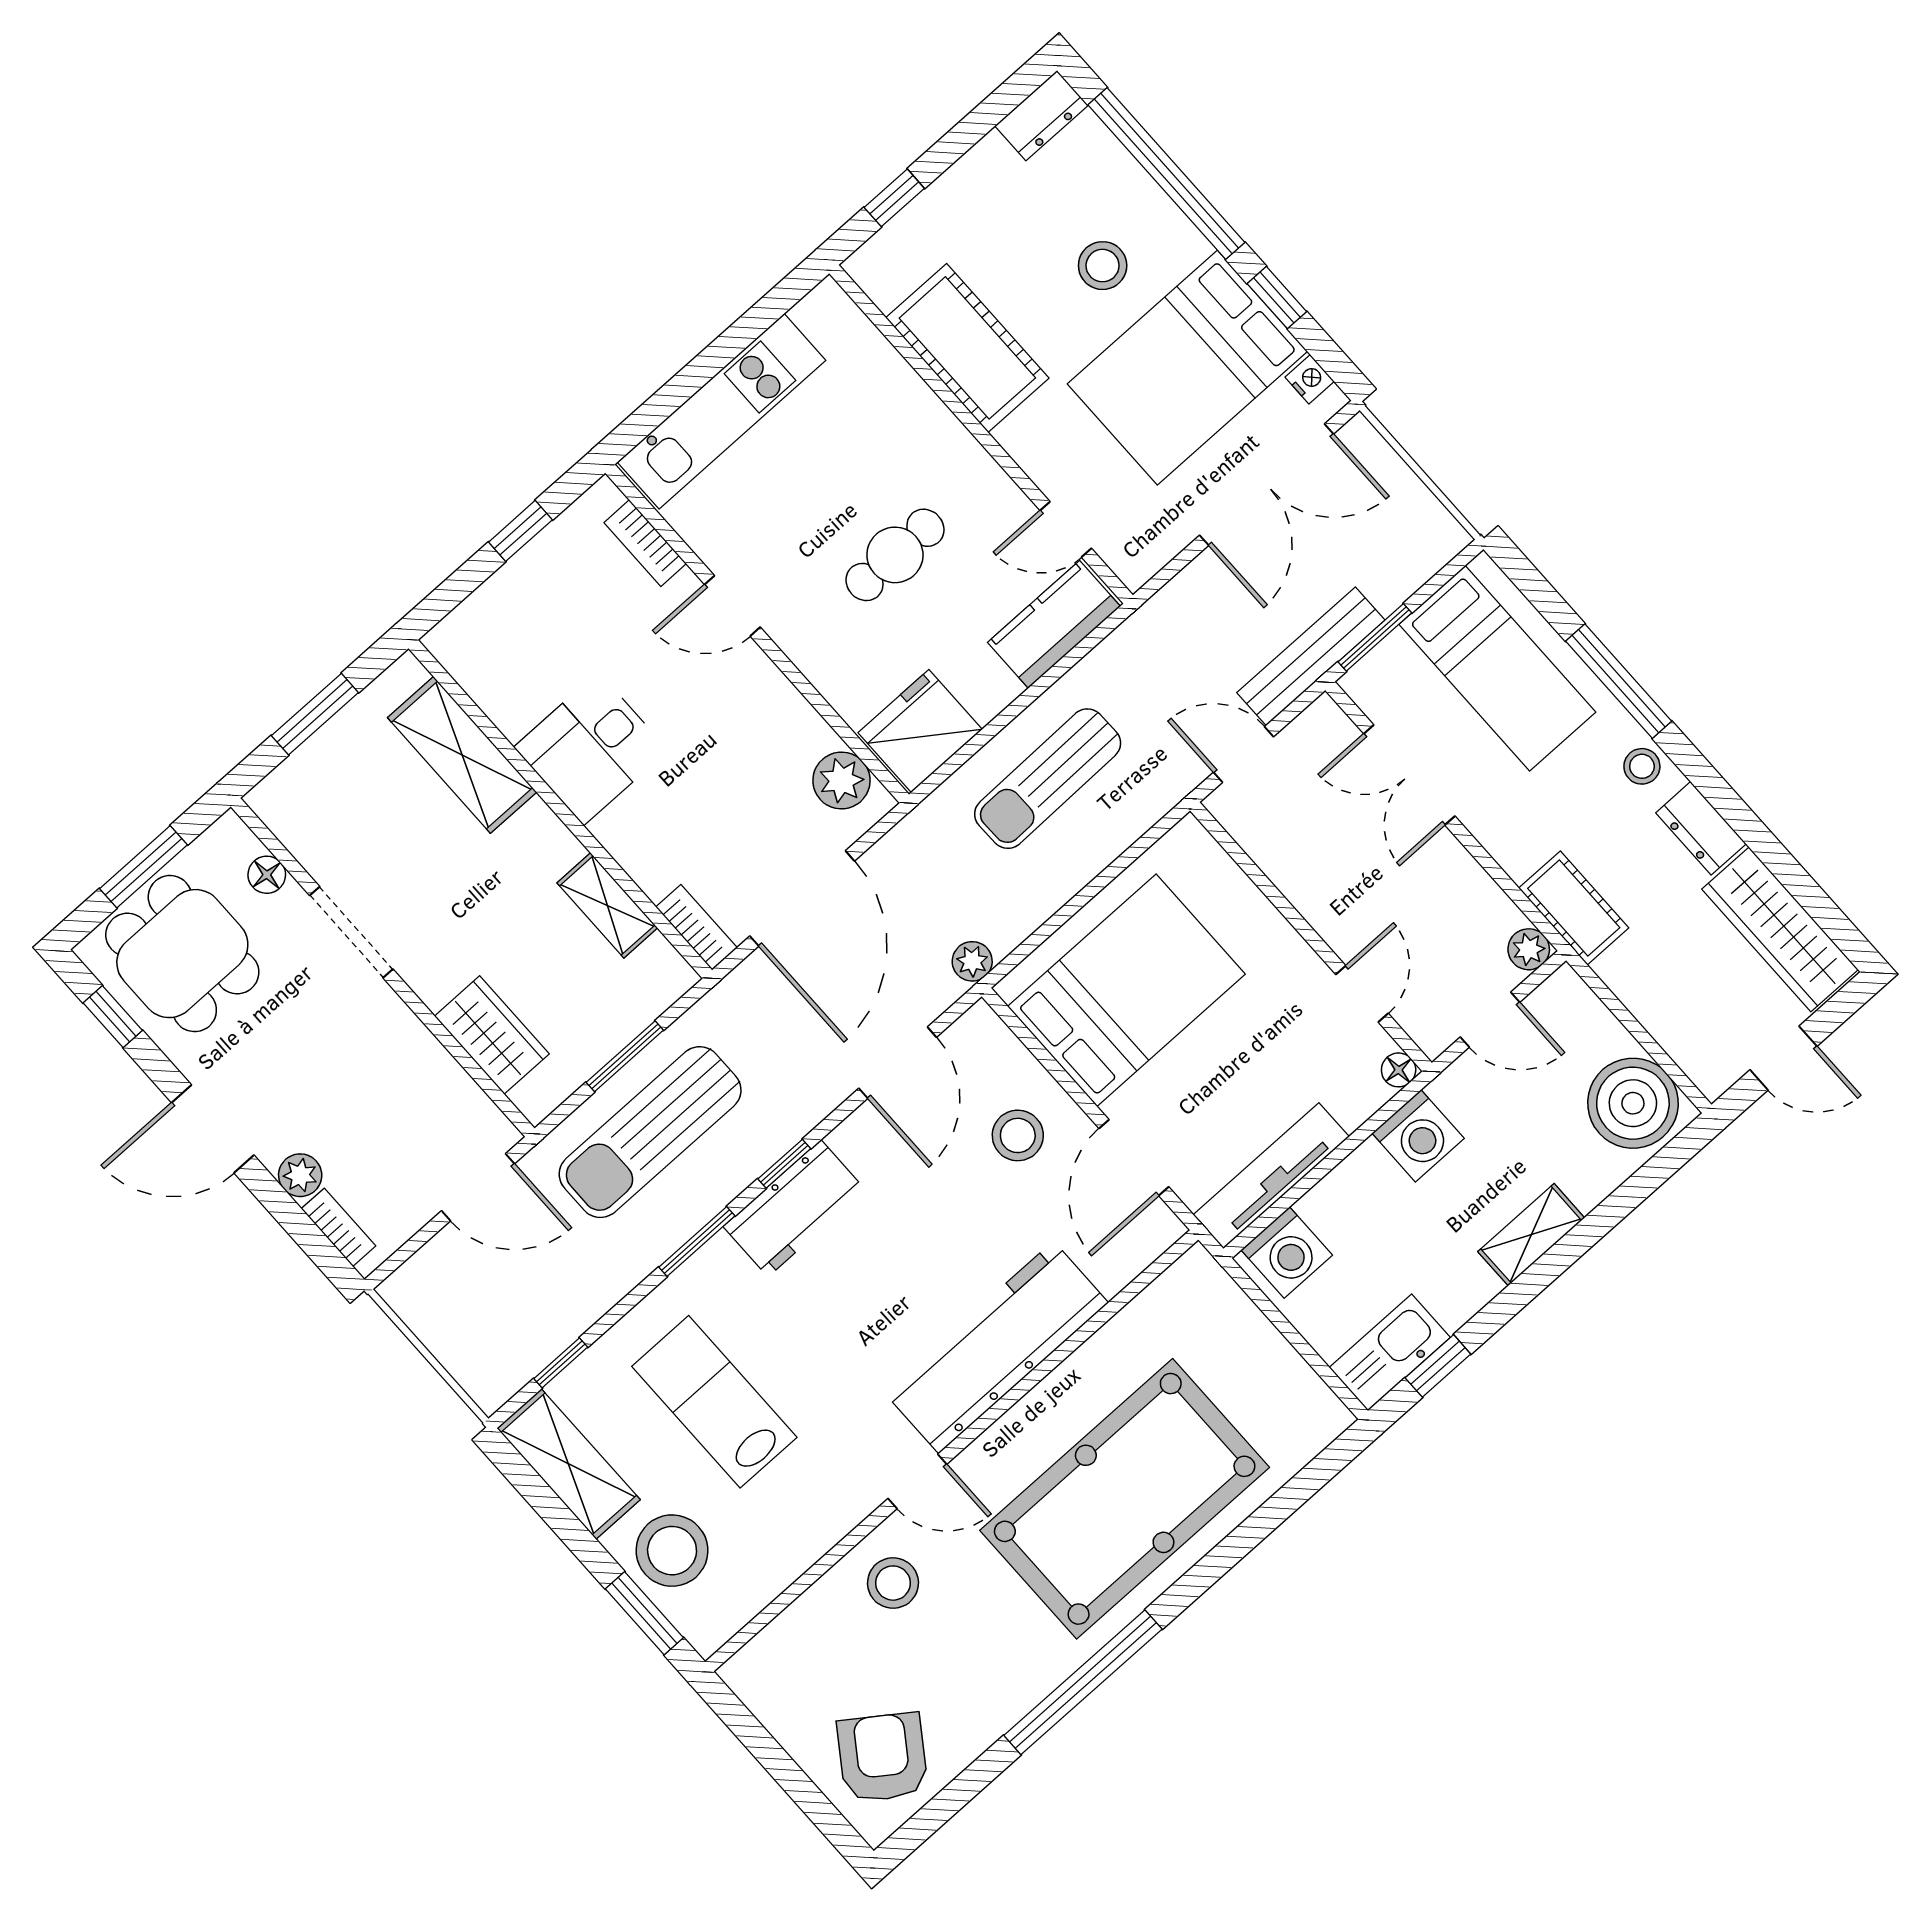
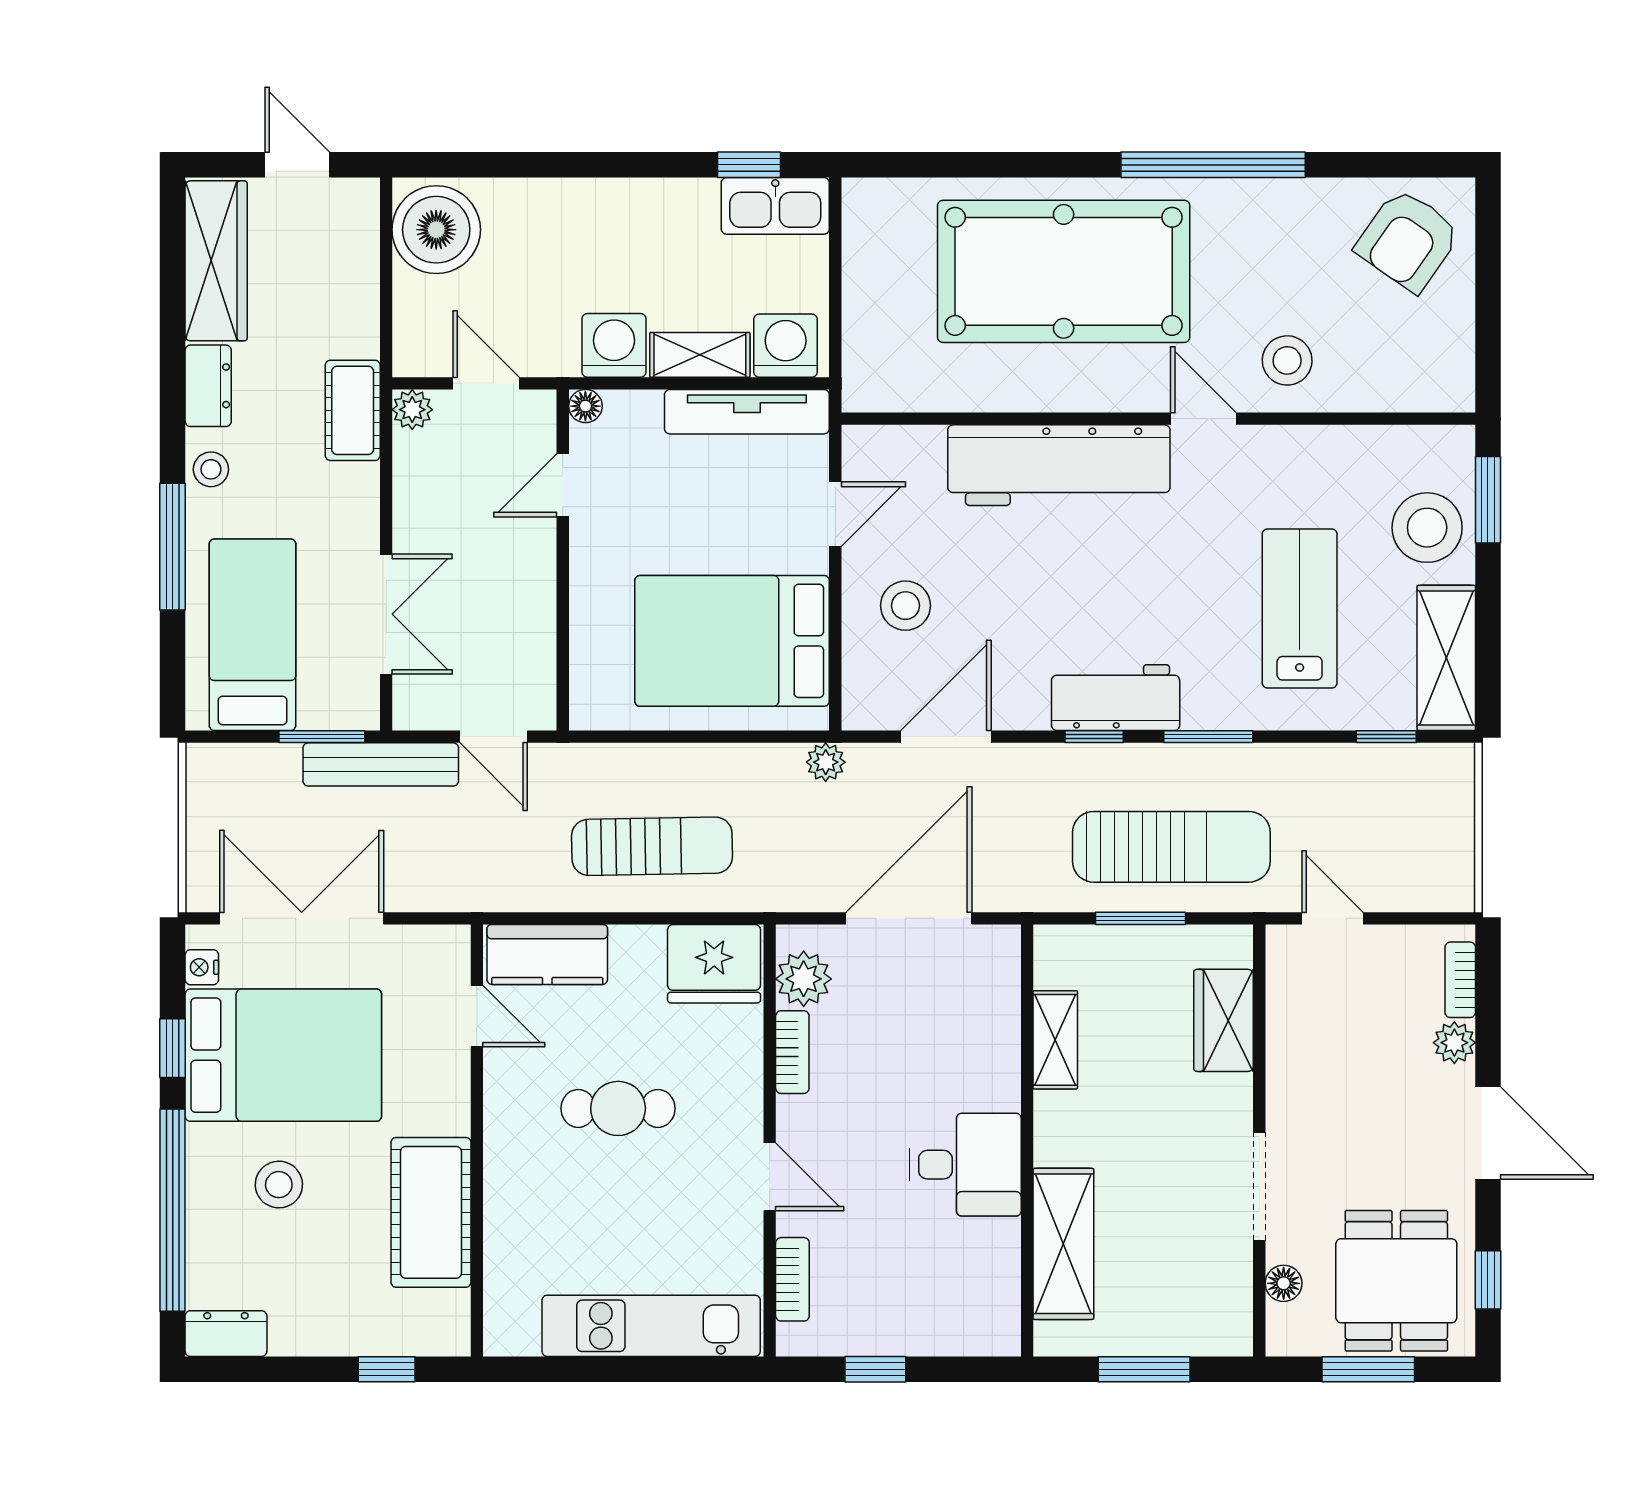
bookcase: (697, 927) -> (792, 1052), moved, turned 180
door: (1134, 1158) -> (835, 514), width x0.73
door: (478, 1187) -> (1333, 918), width x0.73
shelving: (1531, 1235) -> (700, 355), moved
lab bench: (714, 1402) -> (1300, 608), turned 180

